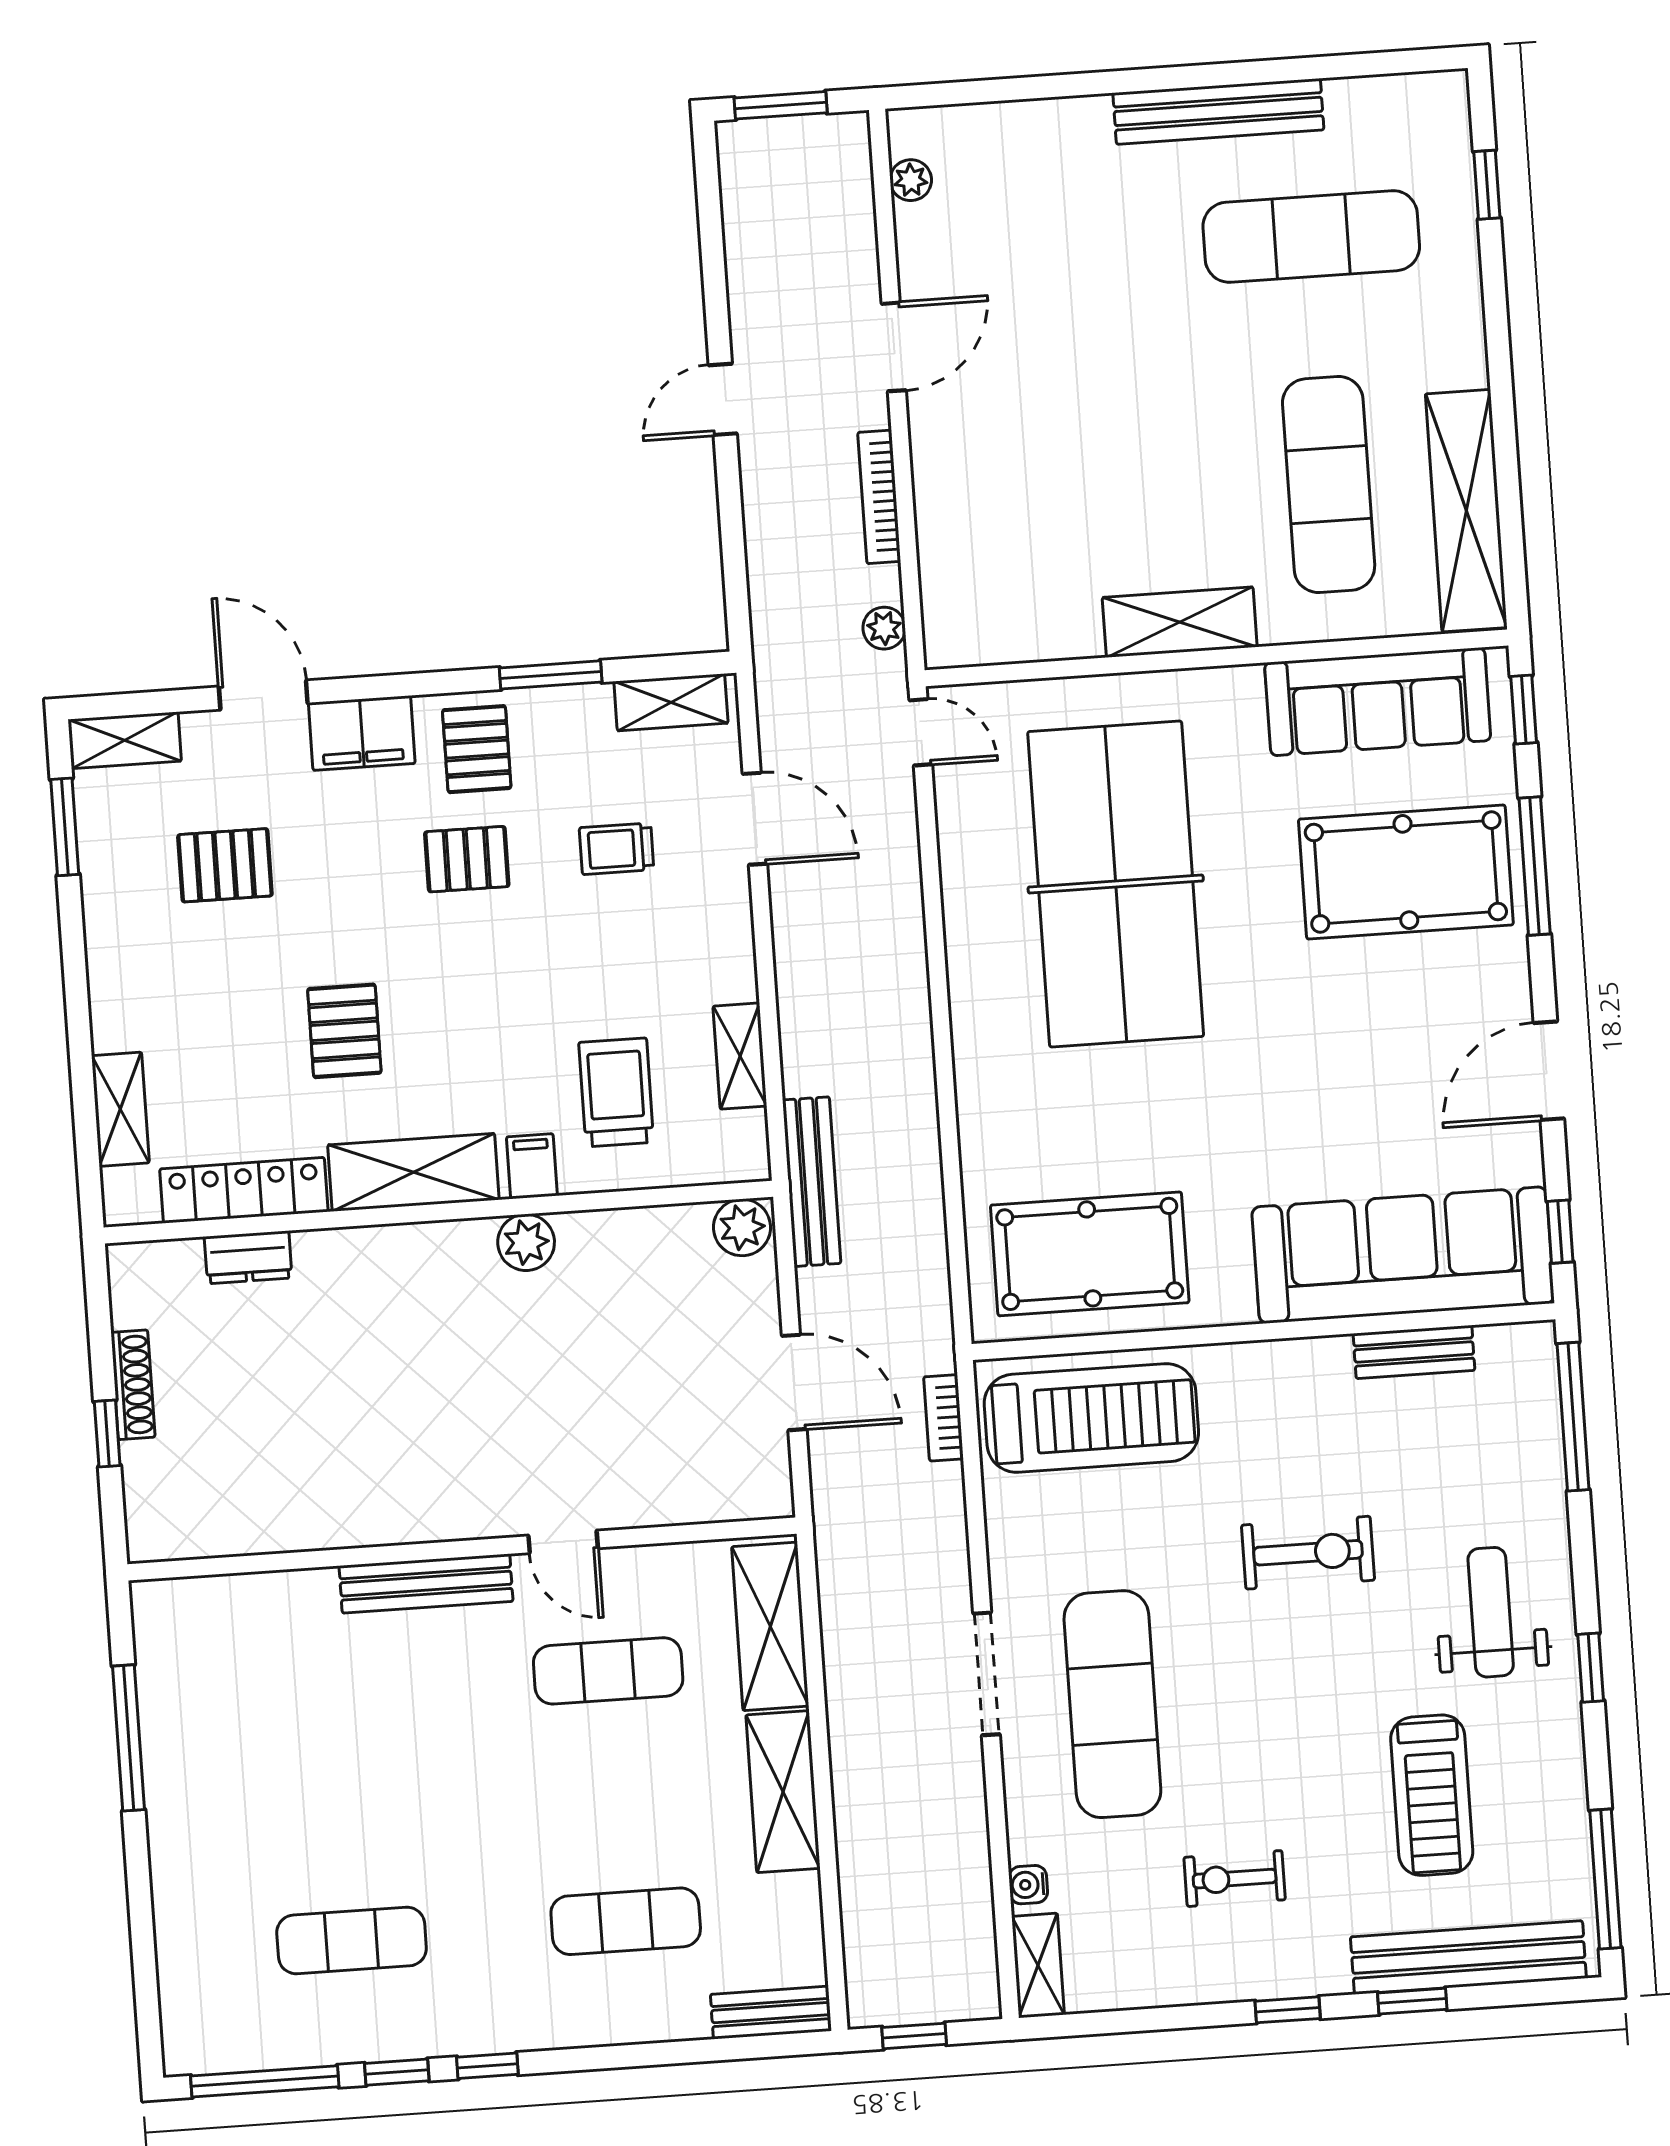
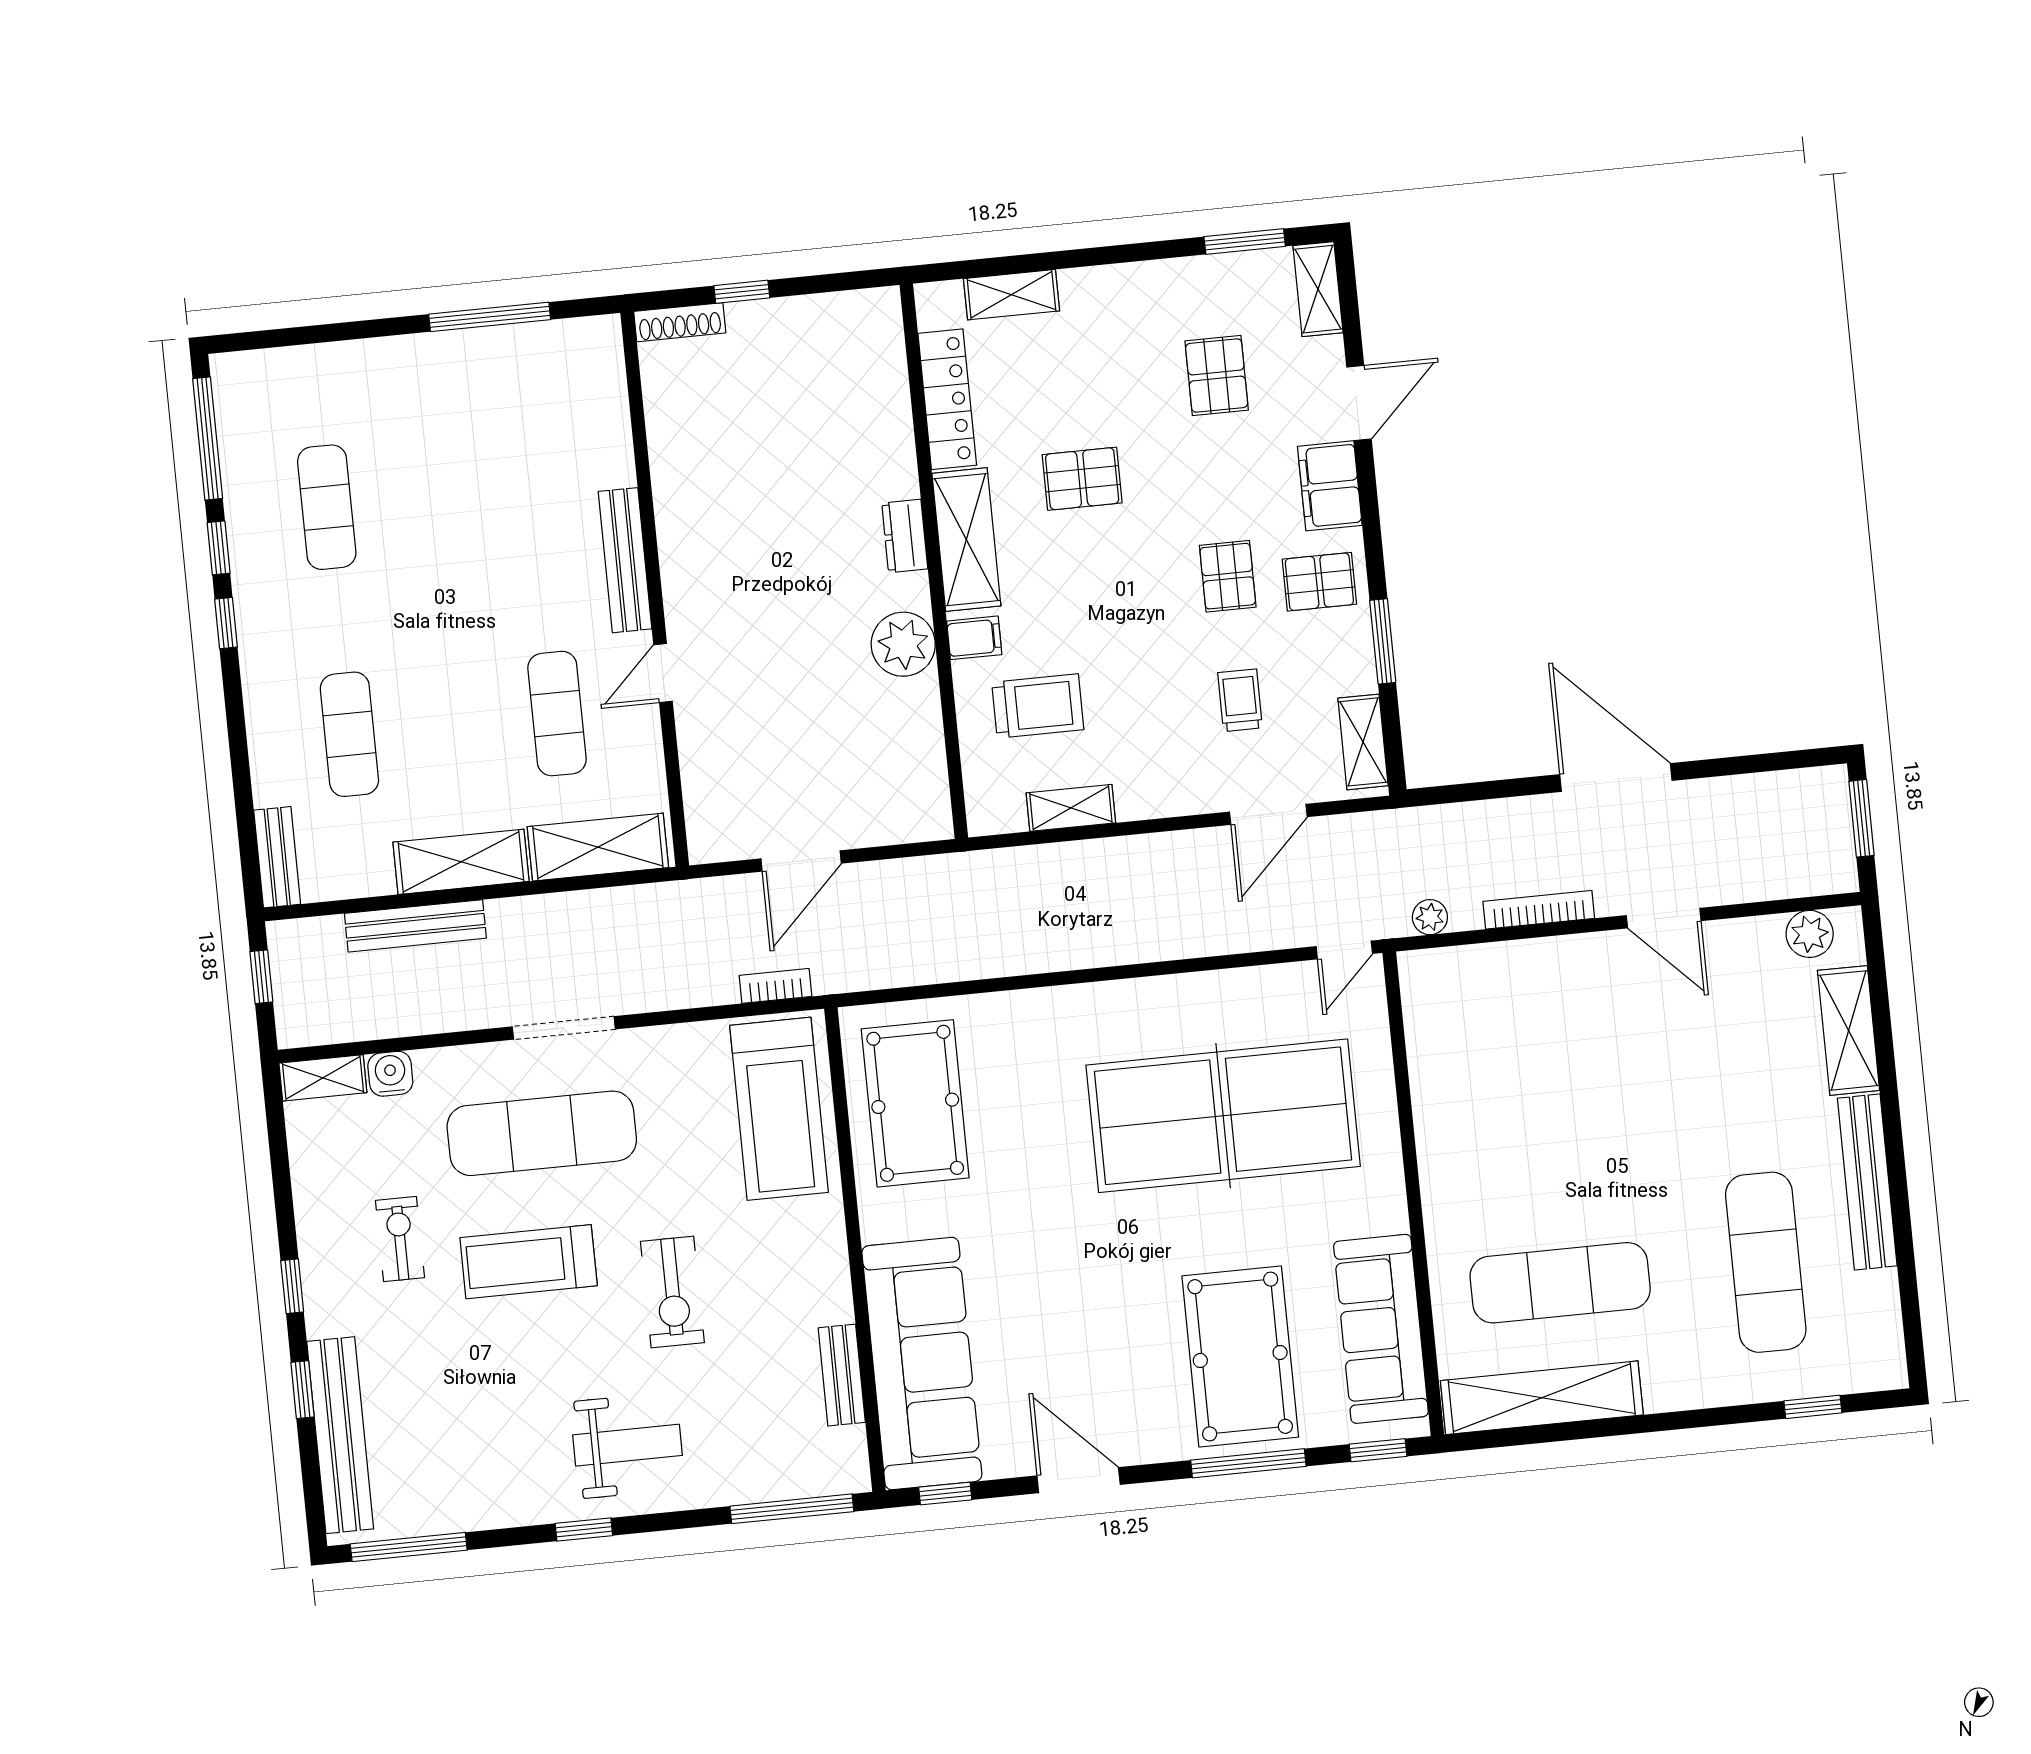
plant: (911, 180) -> (1810, 934), width x1.38, depth x1.38
door: (723, 399) -> (1616, 777), width x1.87
shelving: (1180, 622) -> (1849, 1030), moved
bench: (812, 1182) -> (415, 926), moved
plant: (742, 1227) -> (929, 814), removed
plant: (526, 1242) -> (903, 644), width x1.36, depth x1.36
dresser: (248, 1257) -> (905, 536), moved
shoe rack: (133, 1385) -> (680, 322), moved
treadmill: (1432, 1795) -> (529, 1262), moved
water cooler: (1028, 1885) -> (390, 1074), width x1.38, depth x1.38

